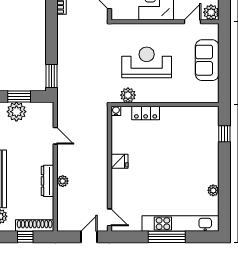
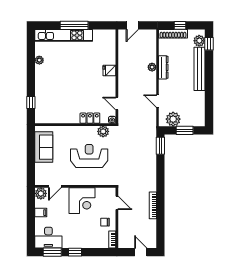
sofa: (207, 60) -> (44, 147), moved
reception desk: (147, 62) -> (89, 156), turned 180
plant: (16, 112) -> (173, 119), moved
fridge: (120, 161) -> (109, 71), moved
door: (110, 217) -> (117, 104), moved

